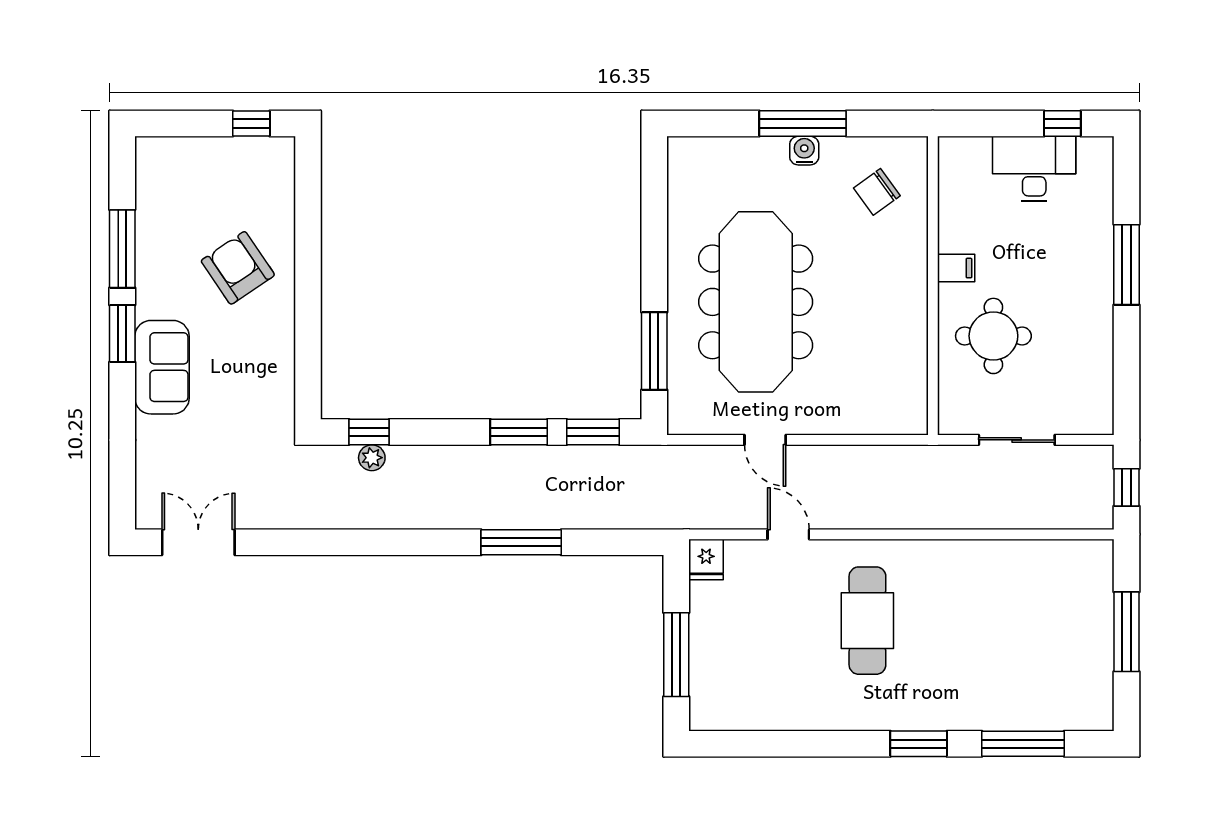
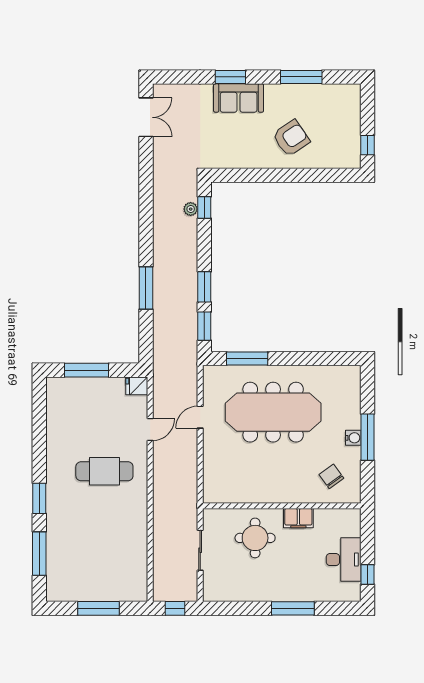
filing cabinet: (956, 268) -> (298, 518), width x2.00
window: (122, 334) -> (230, 77), moved

